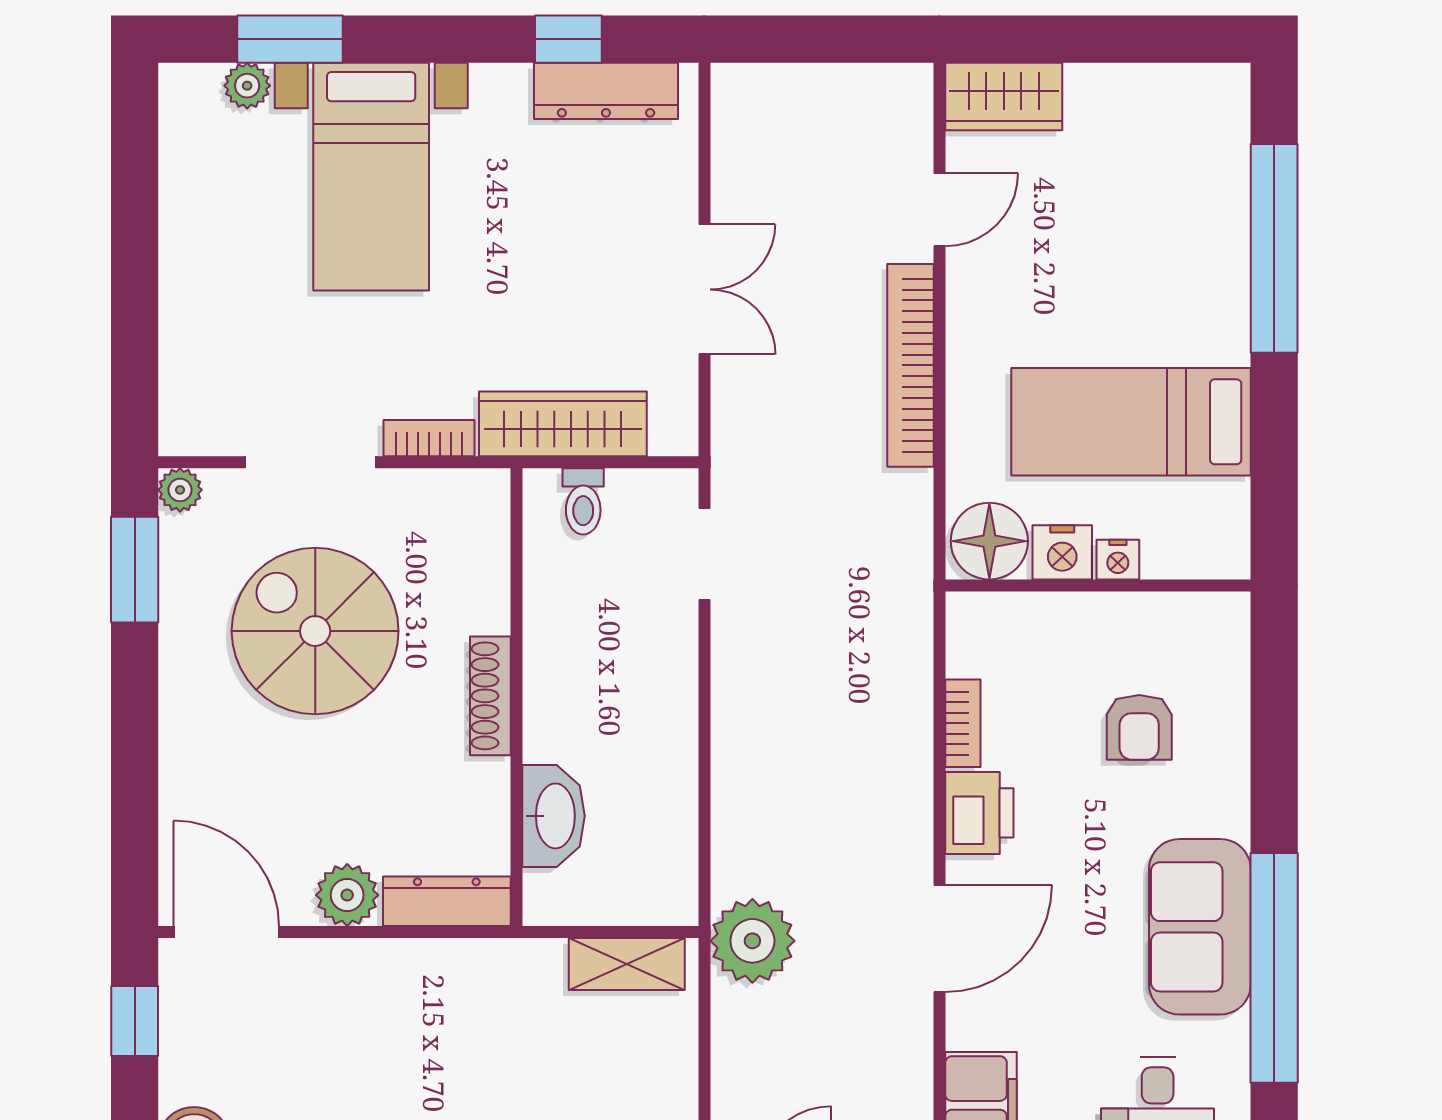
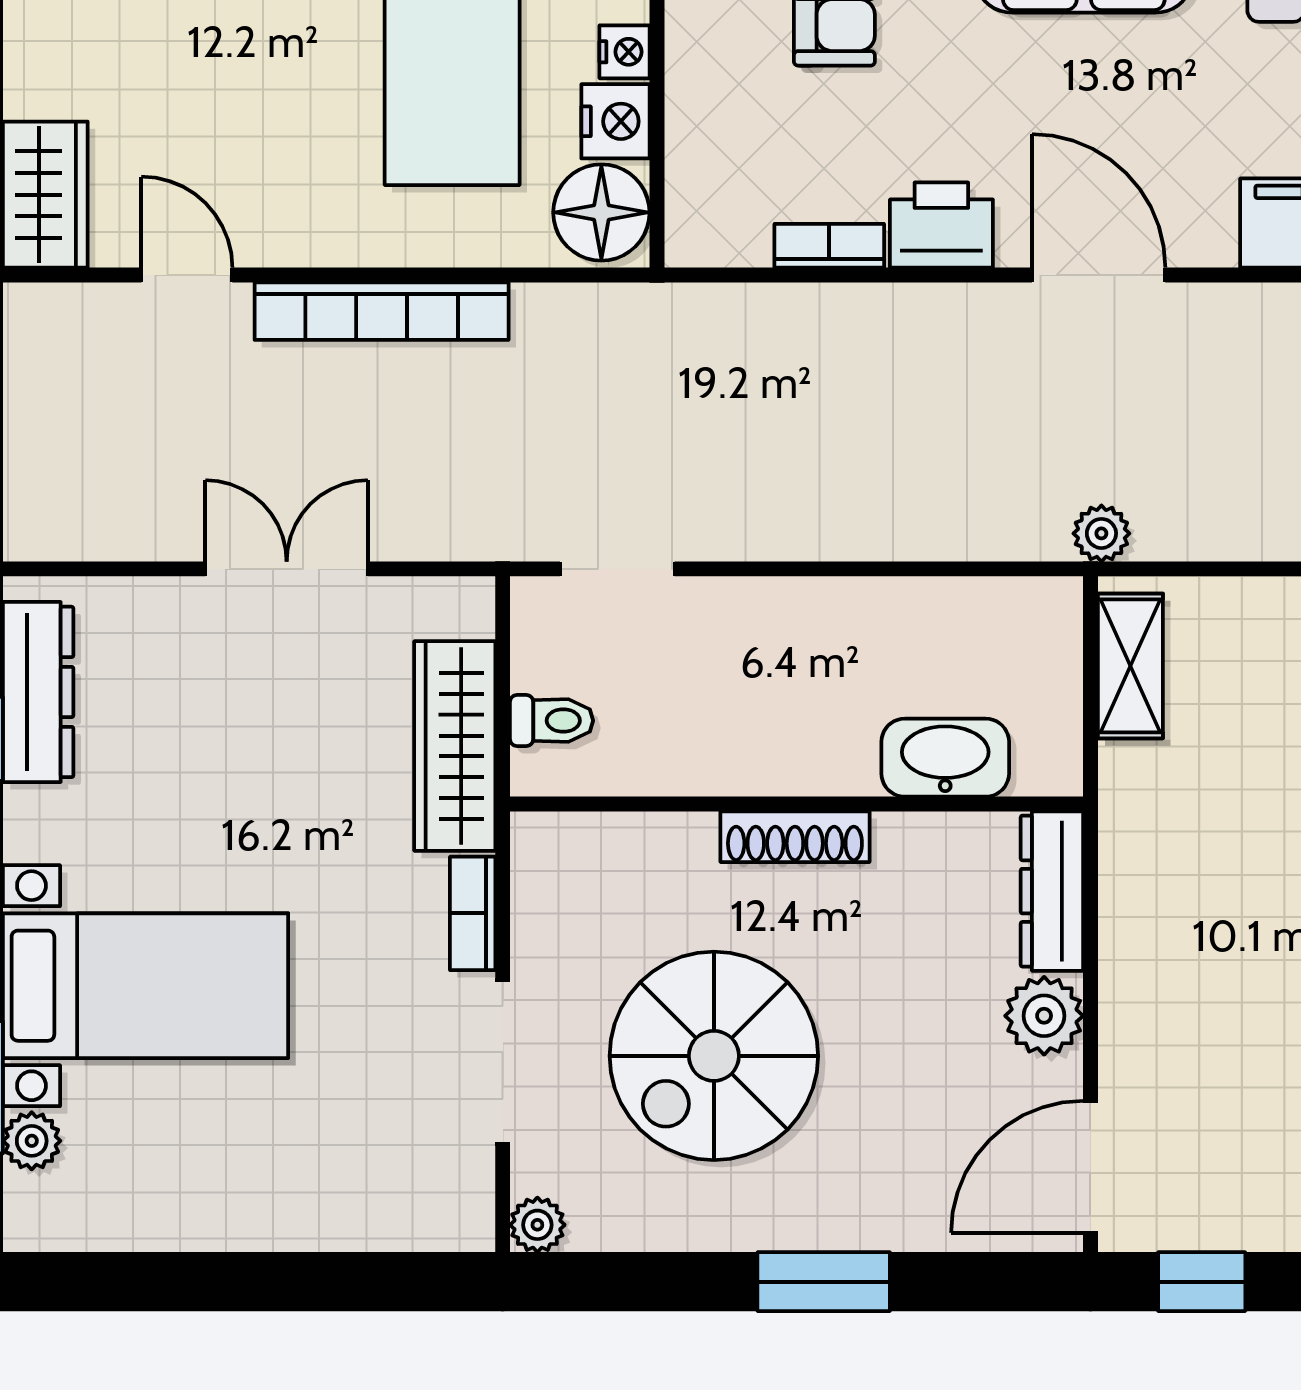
window: (135, 570) -> (824, 1282), moved
plant: (752, 941) -> (1101, 533), width x0.53, depth x0.53

